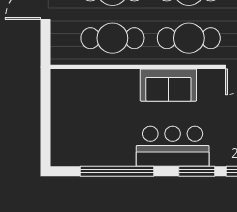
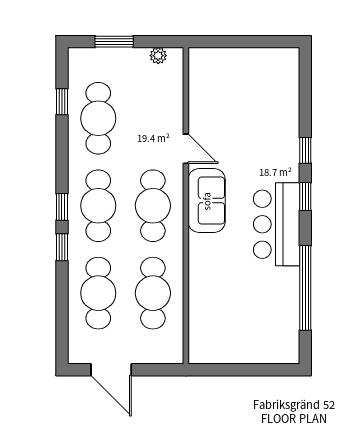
sofa: (168, 85) -> (207, 201), moved
window: (197, 171) -> (305, 197), width x0.67

